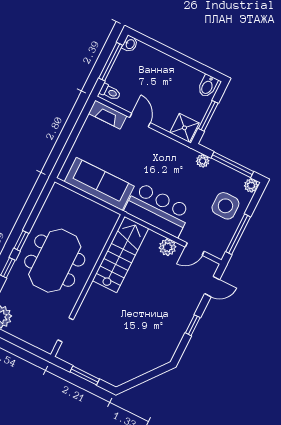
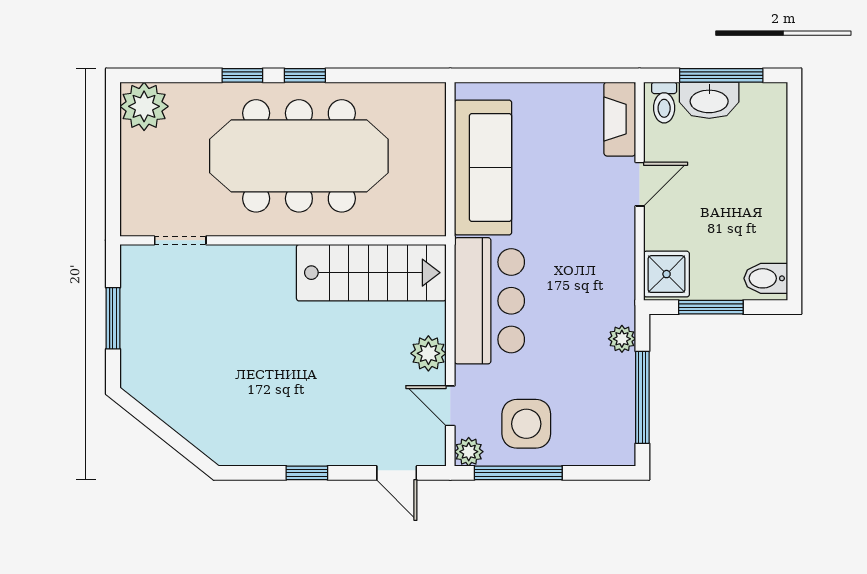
washbasin: (130, 44) -> (709, 100), moved, width x1.91, depth x1.45
plant: (251, 185) -> (469, 452), moved
side table: (225, 206) -> (526, 424), moved
meeting table: (55, 261) -> (299, 156), width x1.36

